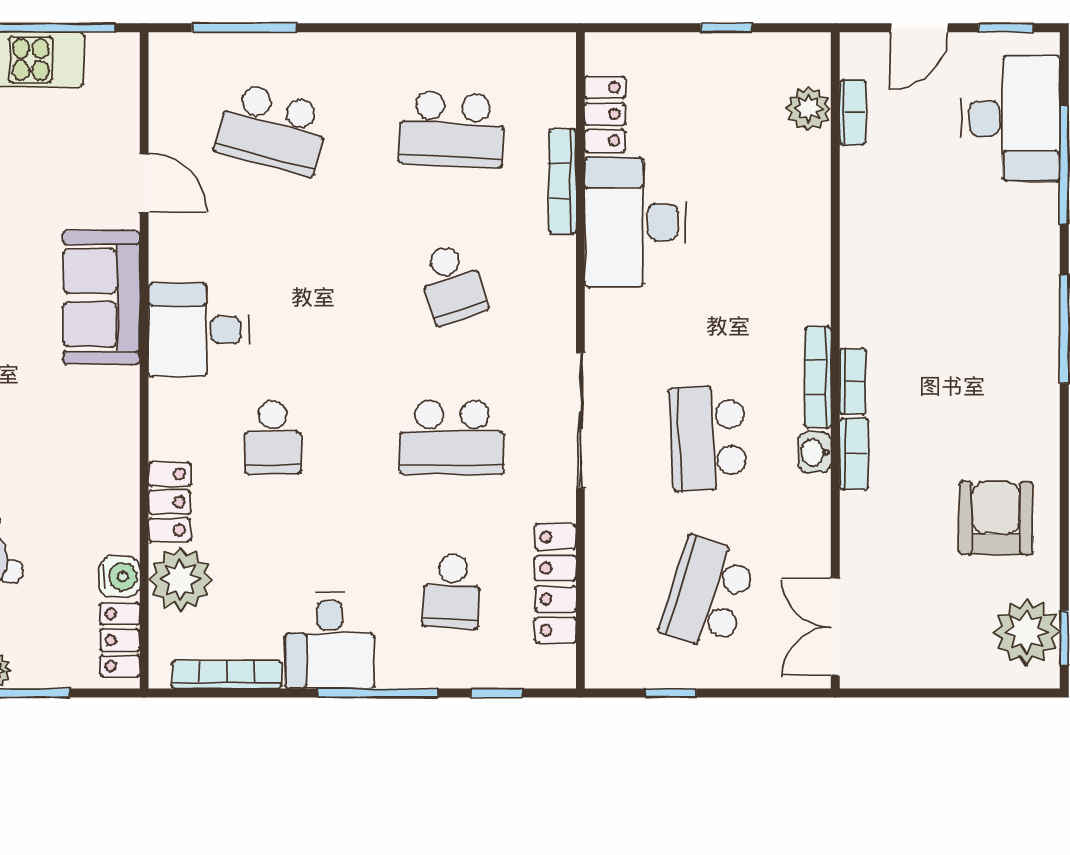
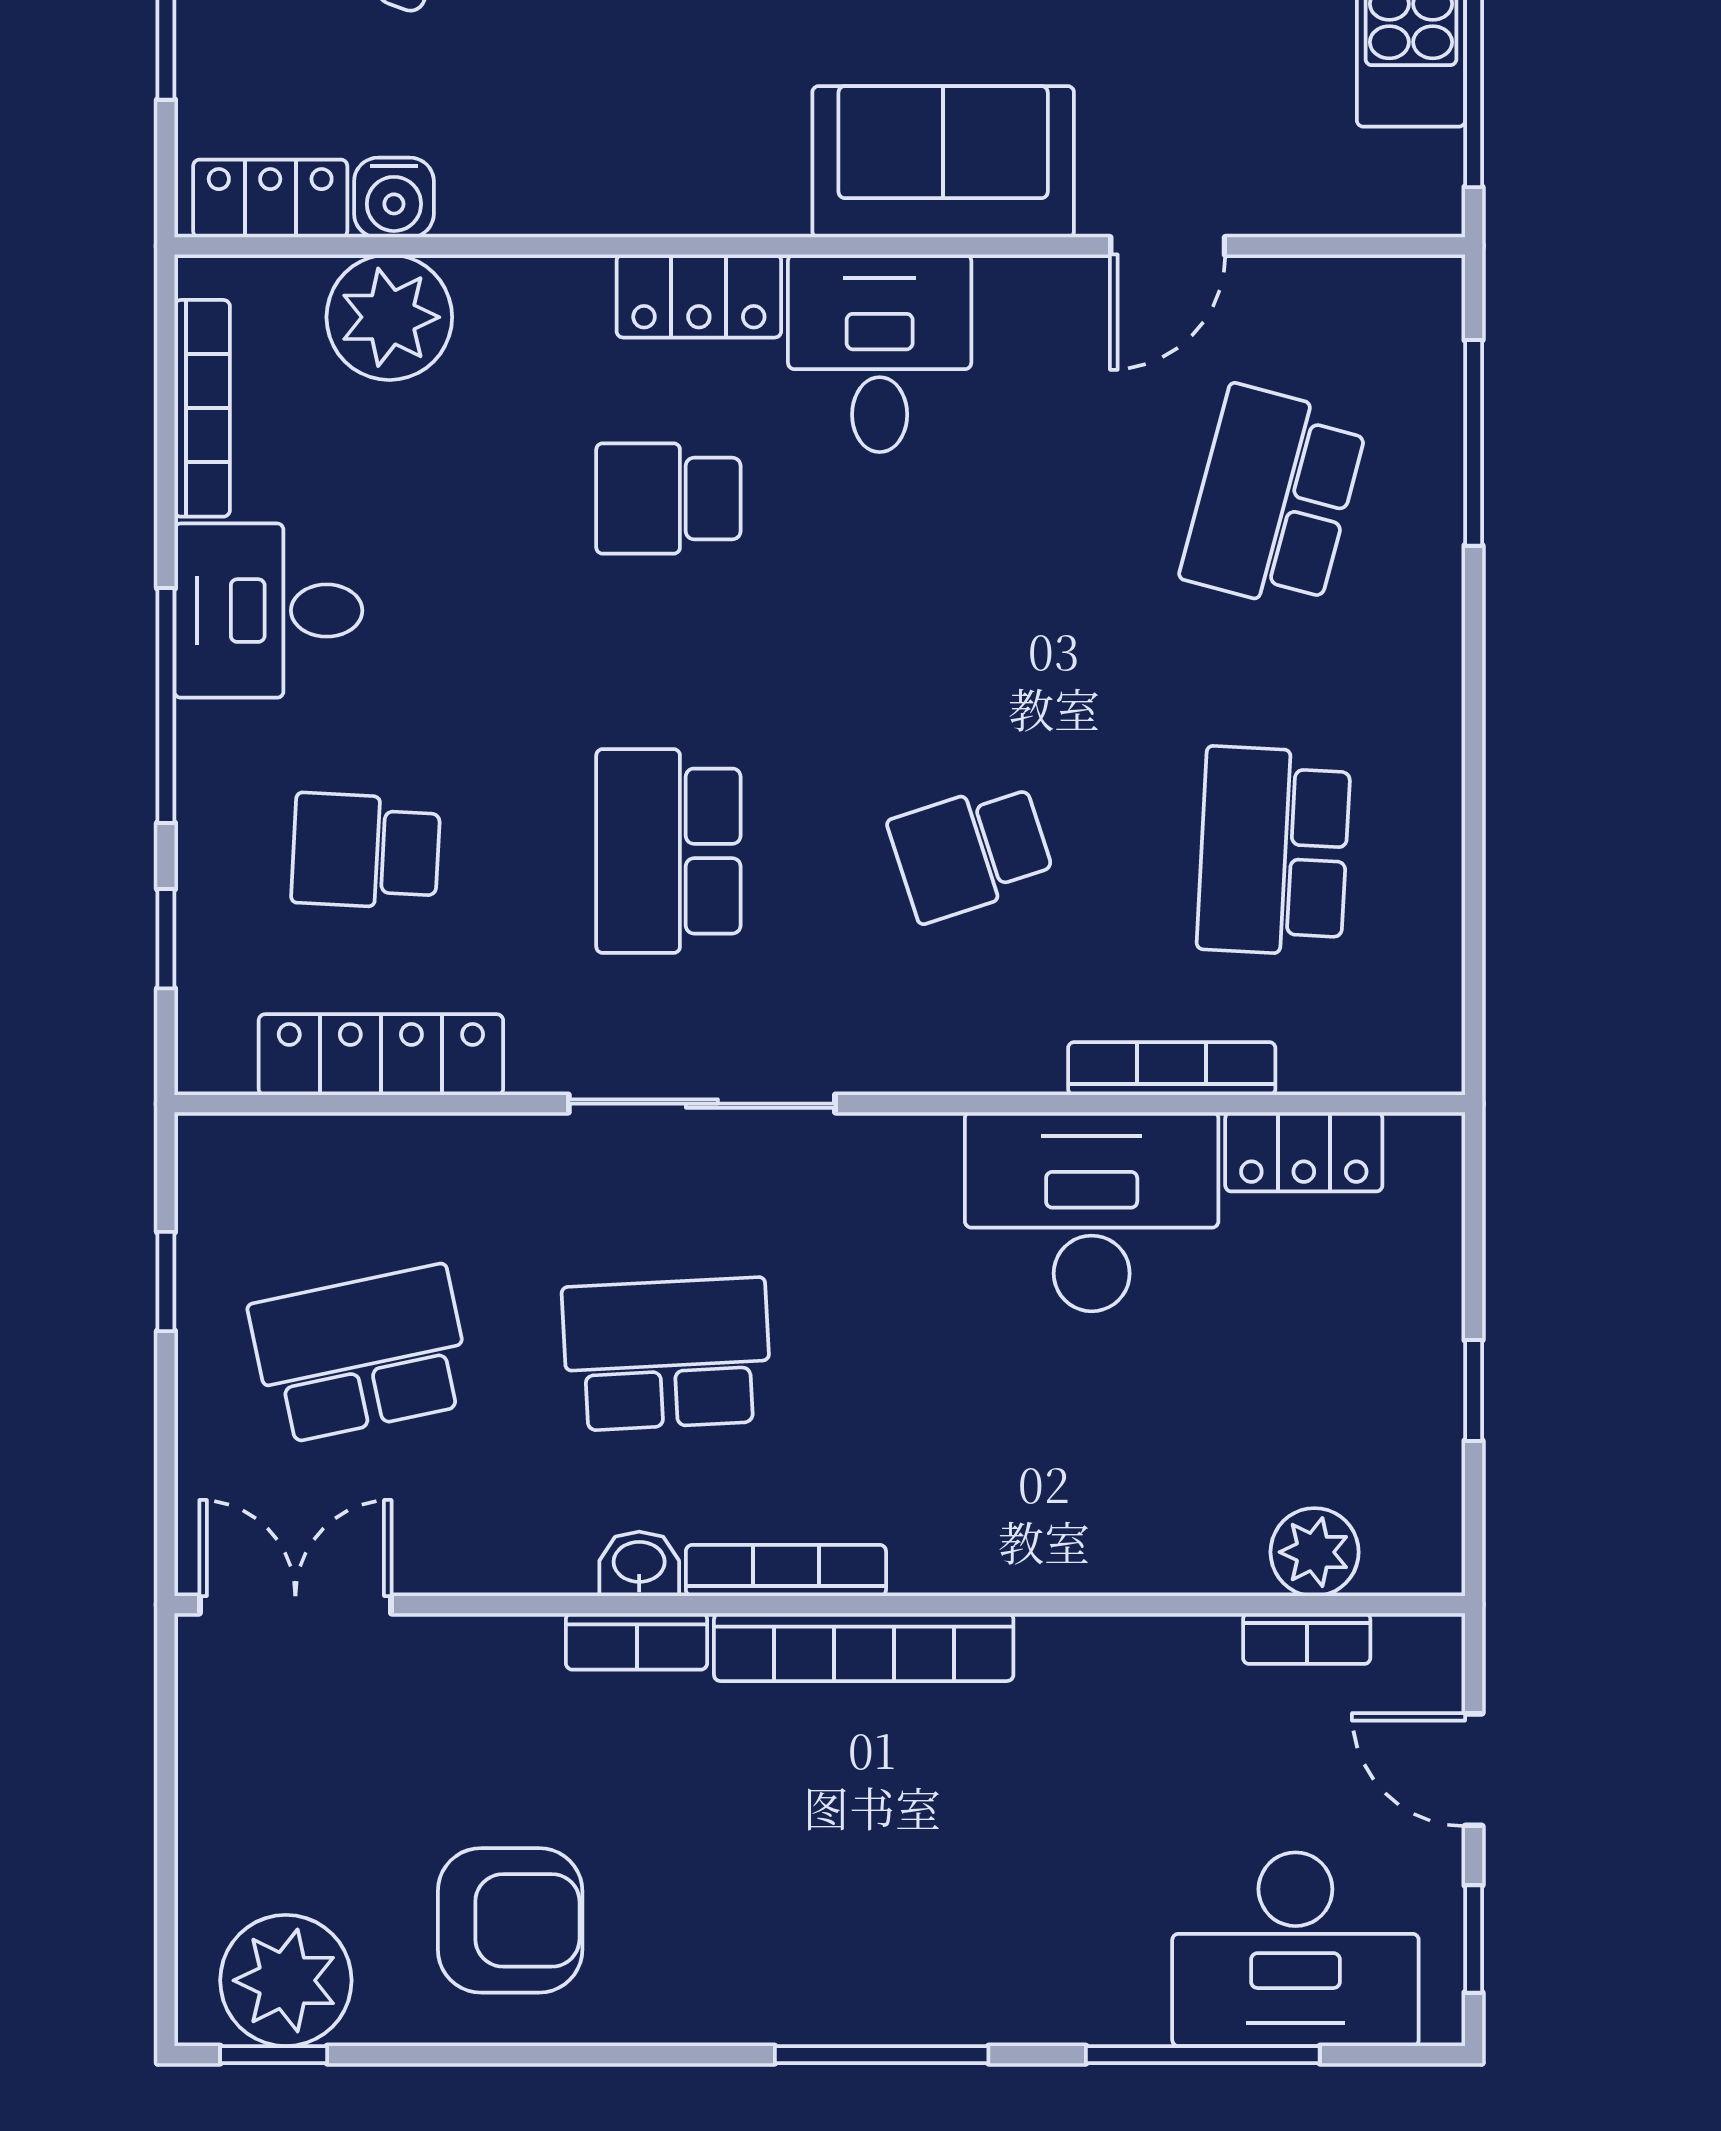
bookcase: (853, 381) -> (864, 1647), width x2.31, depth x1.31
locker: (170, 502) -> (699, 296), moved
school desk: (708, 594) -> (361, 1354), turned -30

